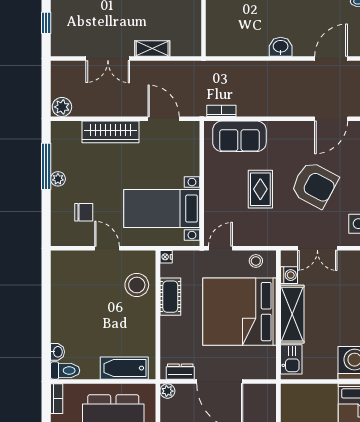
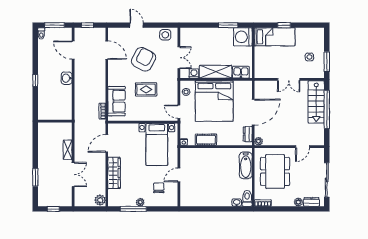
stool: (137, 285) -> (199, 158), removed

